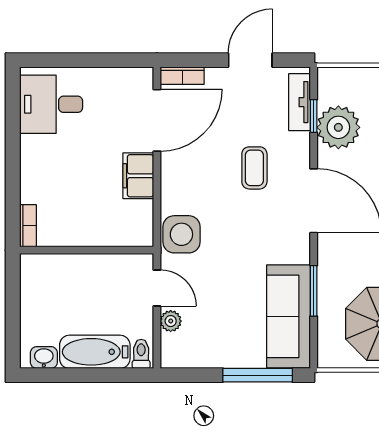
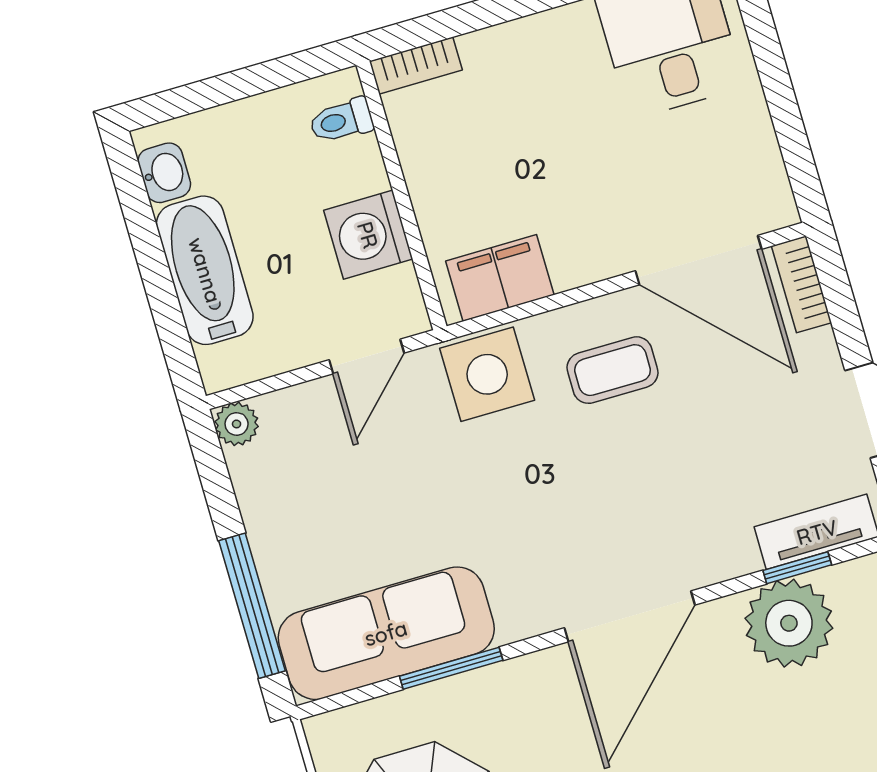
coffee table: (254, 168) -> (613, 370), moved
filing cabinet: (138, 176) -> (500, 278), moved
washing machine: (100, 271) -> (368, 235), added
plant: (171, 321) -> (237, 424), moved
toilet: (141, 354) -> (341, 121), moved, turned 180

